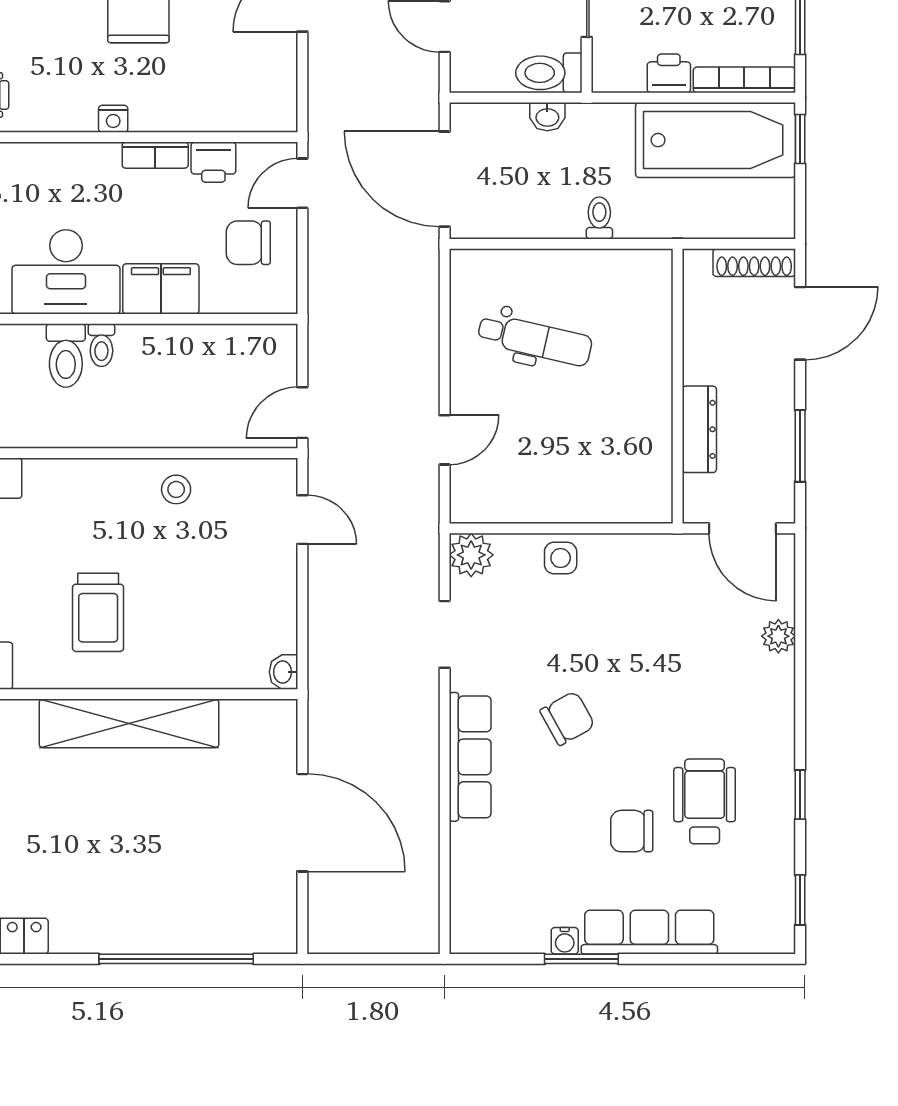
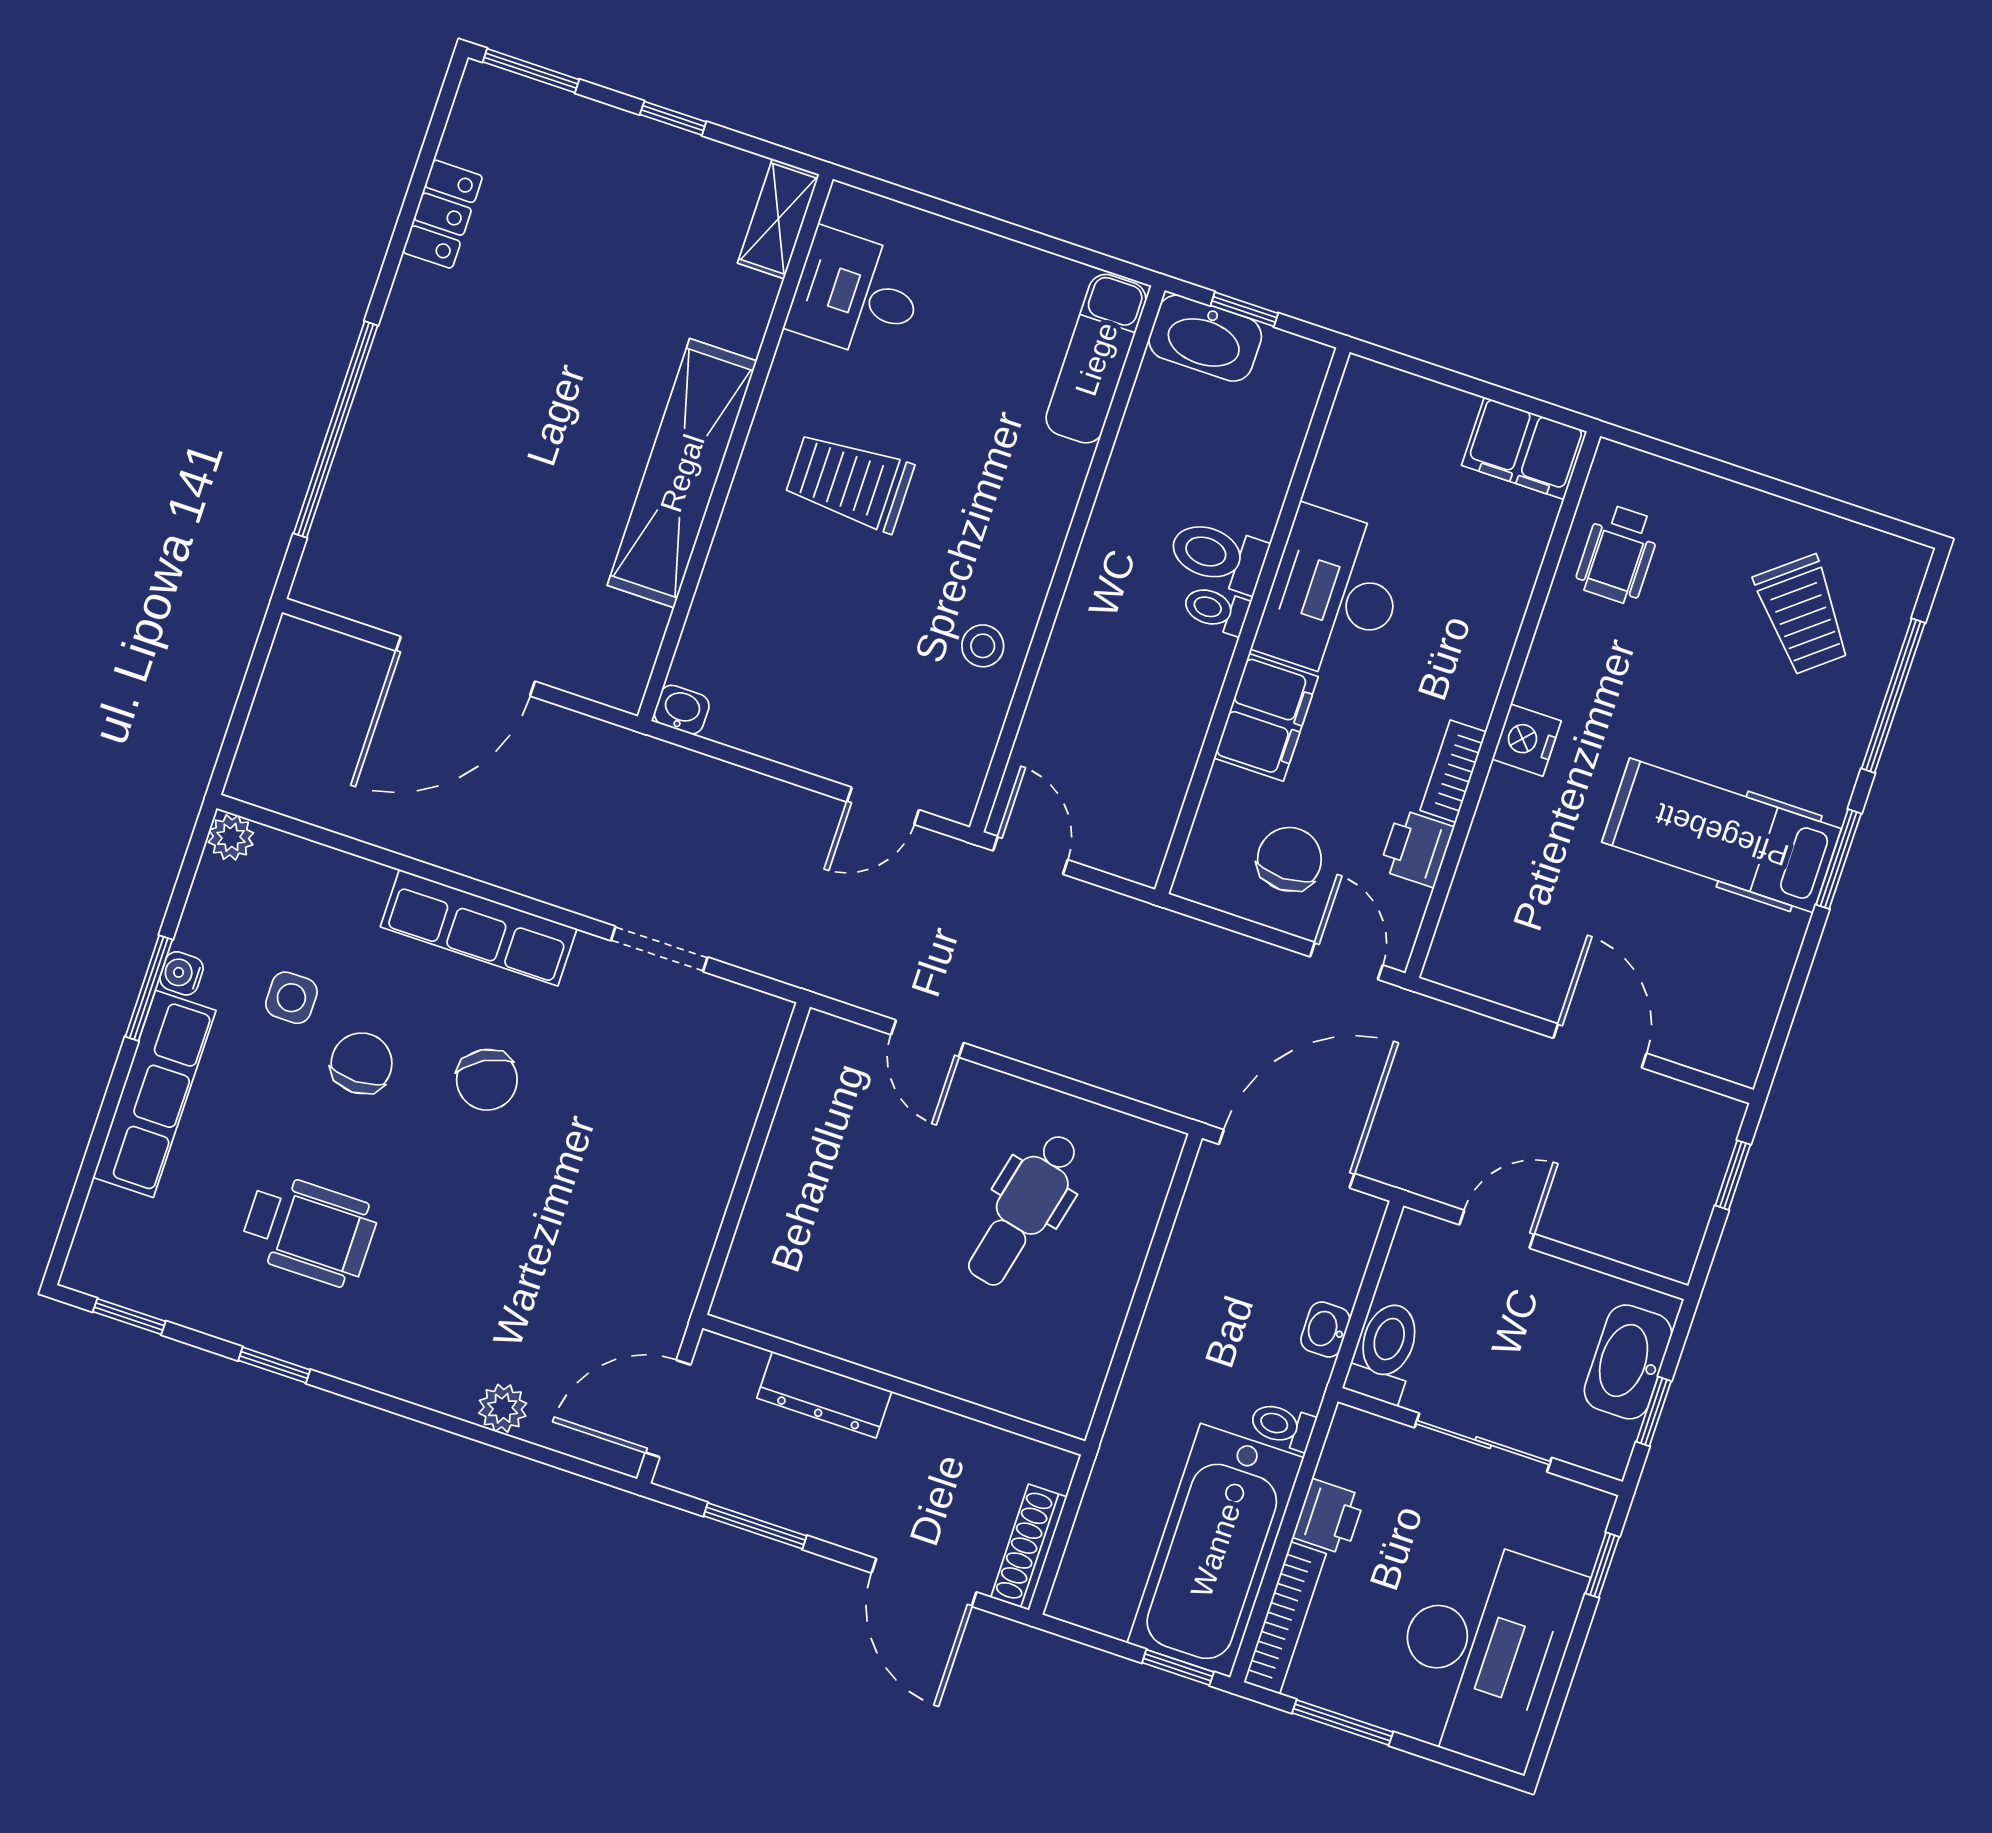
nightstand: (113, 119) -> (1527, 740), width x1.39, depth x1.35
toilet: (599, 218) -> (1282, 1426), moved, turned 180
plant: (471, 555) -> (231, 837), moved, width x0.73, depth x0.73
side table: (561, 558) -> (291, 998), moved
chair: (632, 831) -> (362, 1063), moved

